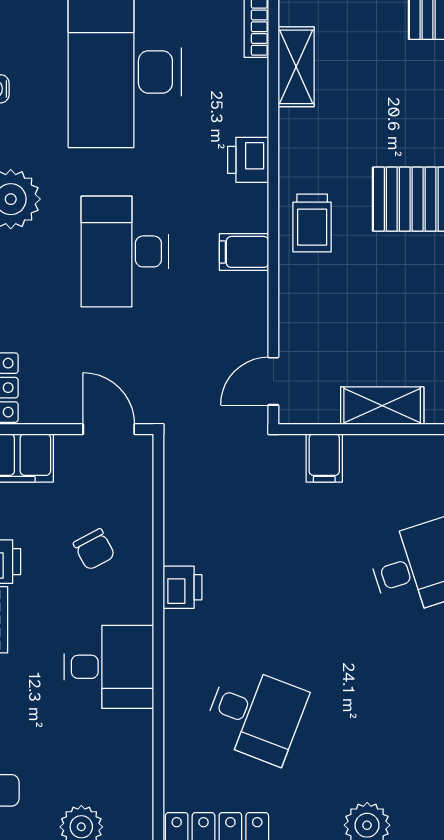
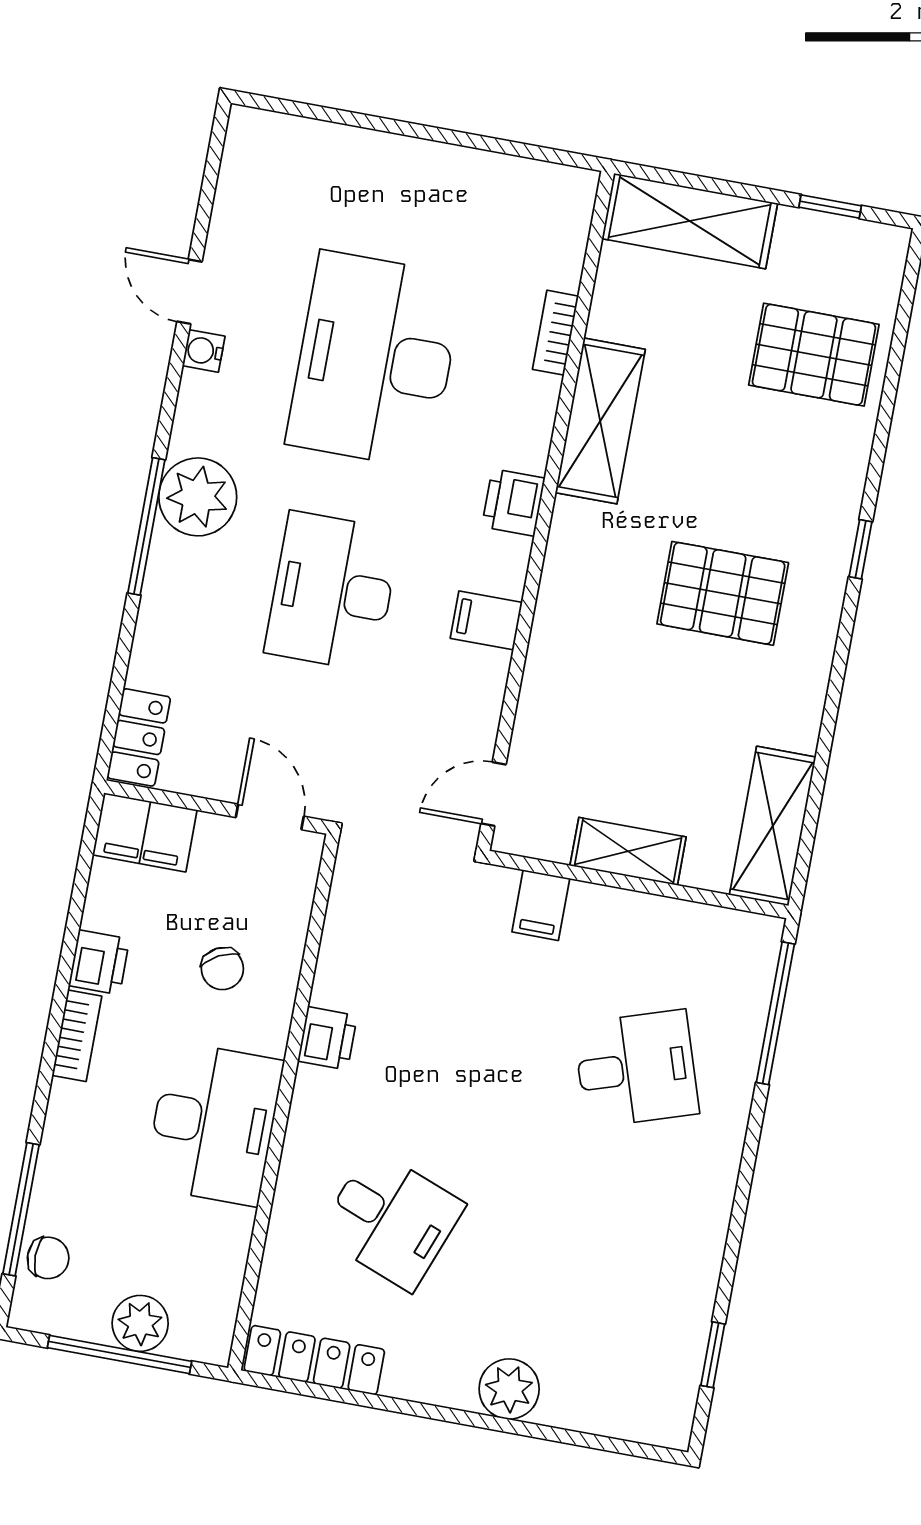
shelving: (296, 67) -> (600, 421), width x1.50, depth x1.33
trolley: (312, 223) -> (581, 599), removed
desk: (109, 667) -> (214, 1124), width x1.37

